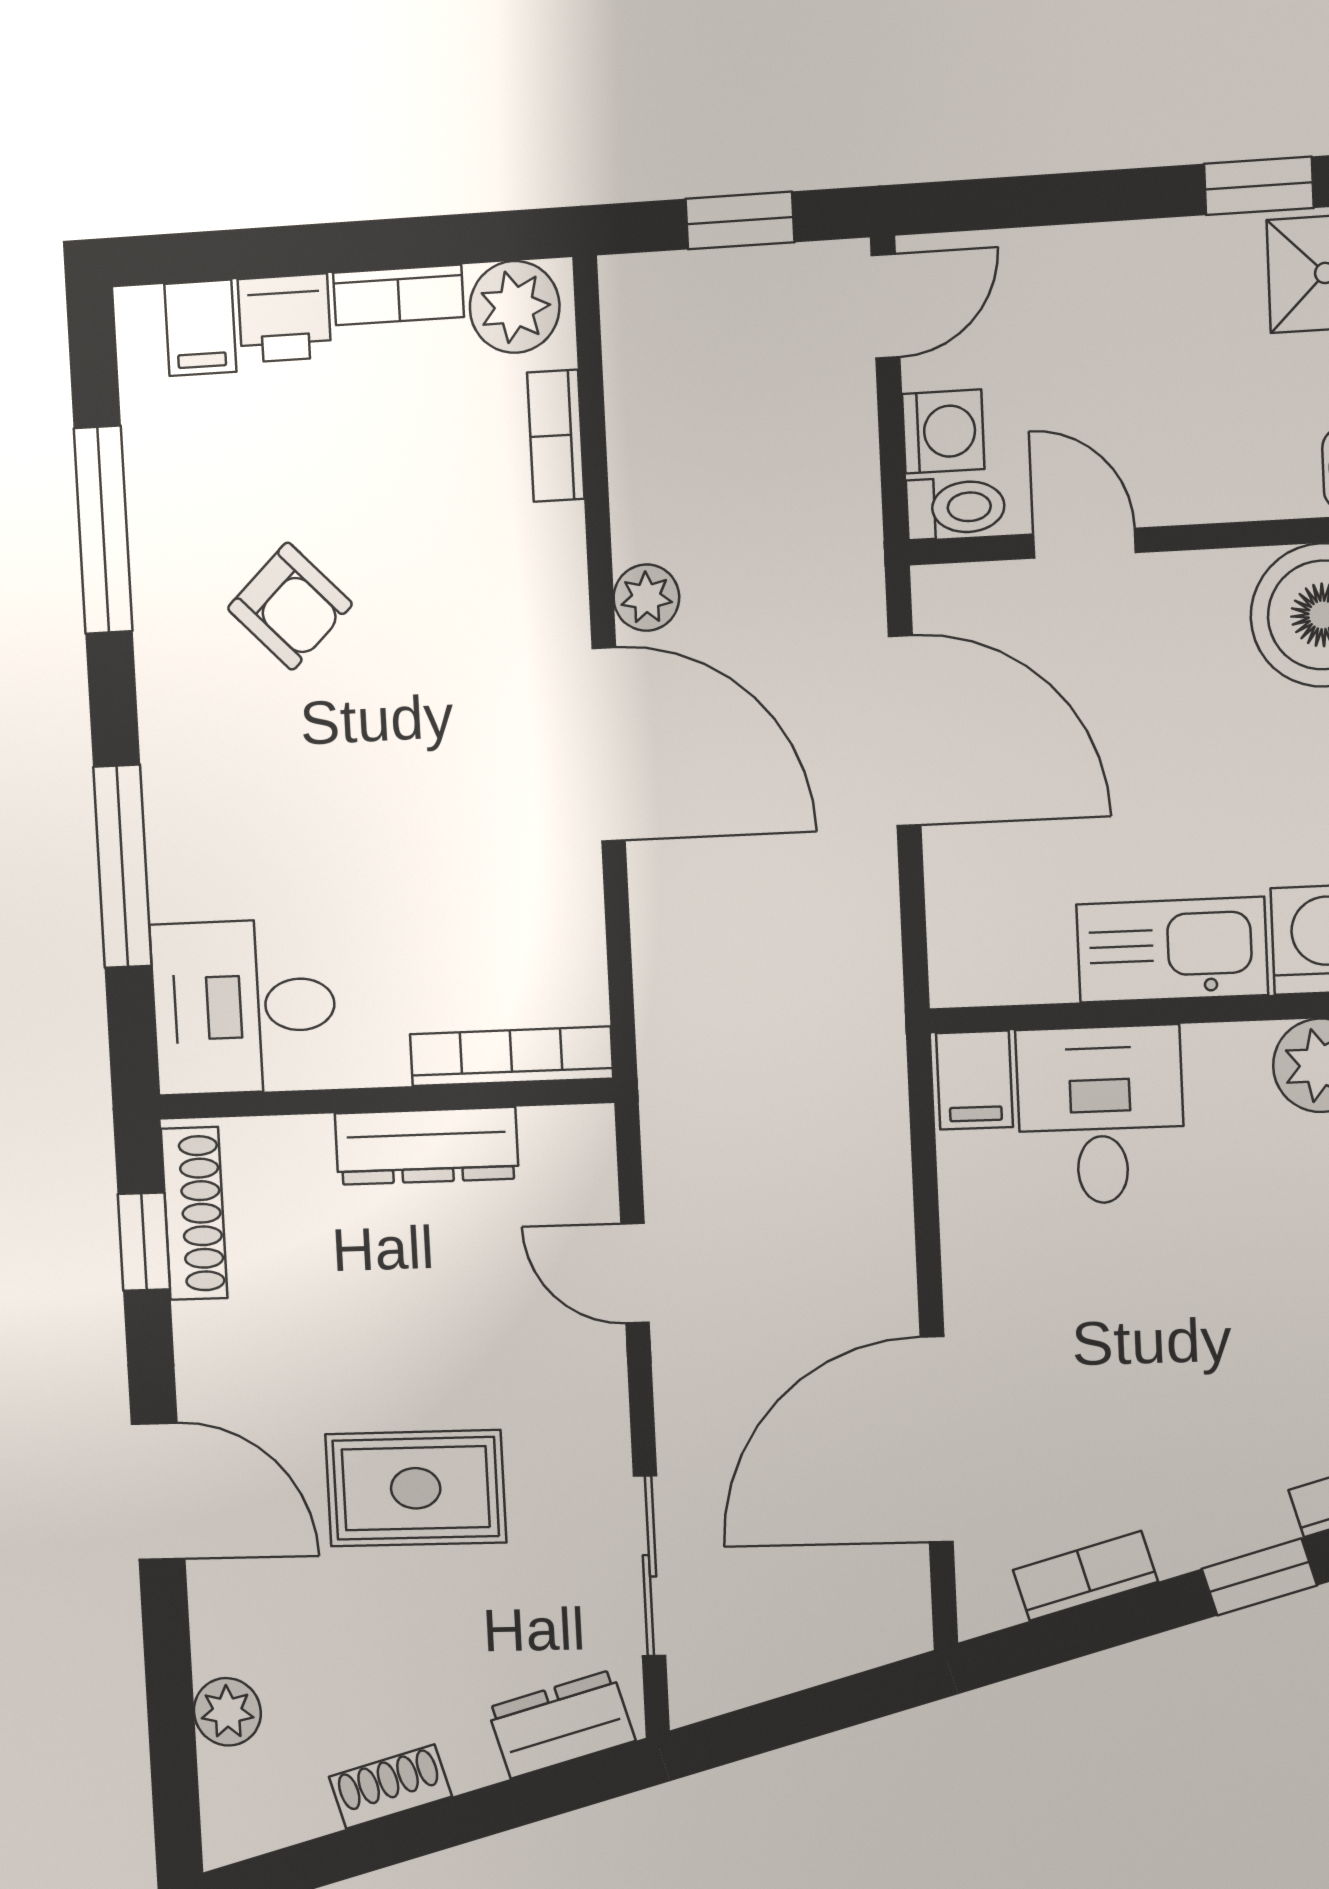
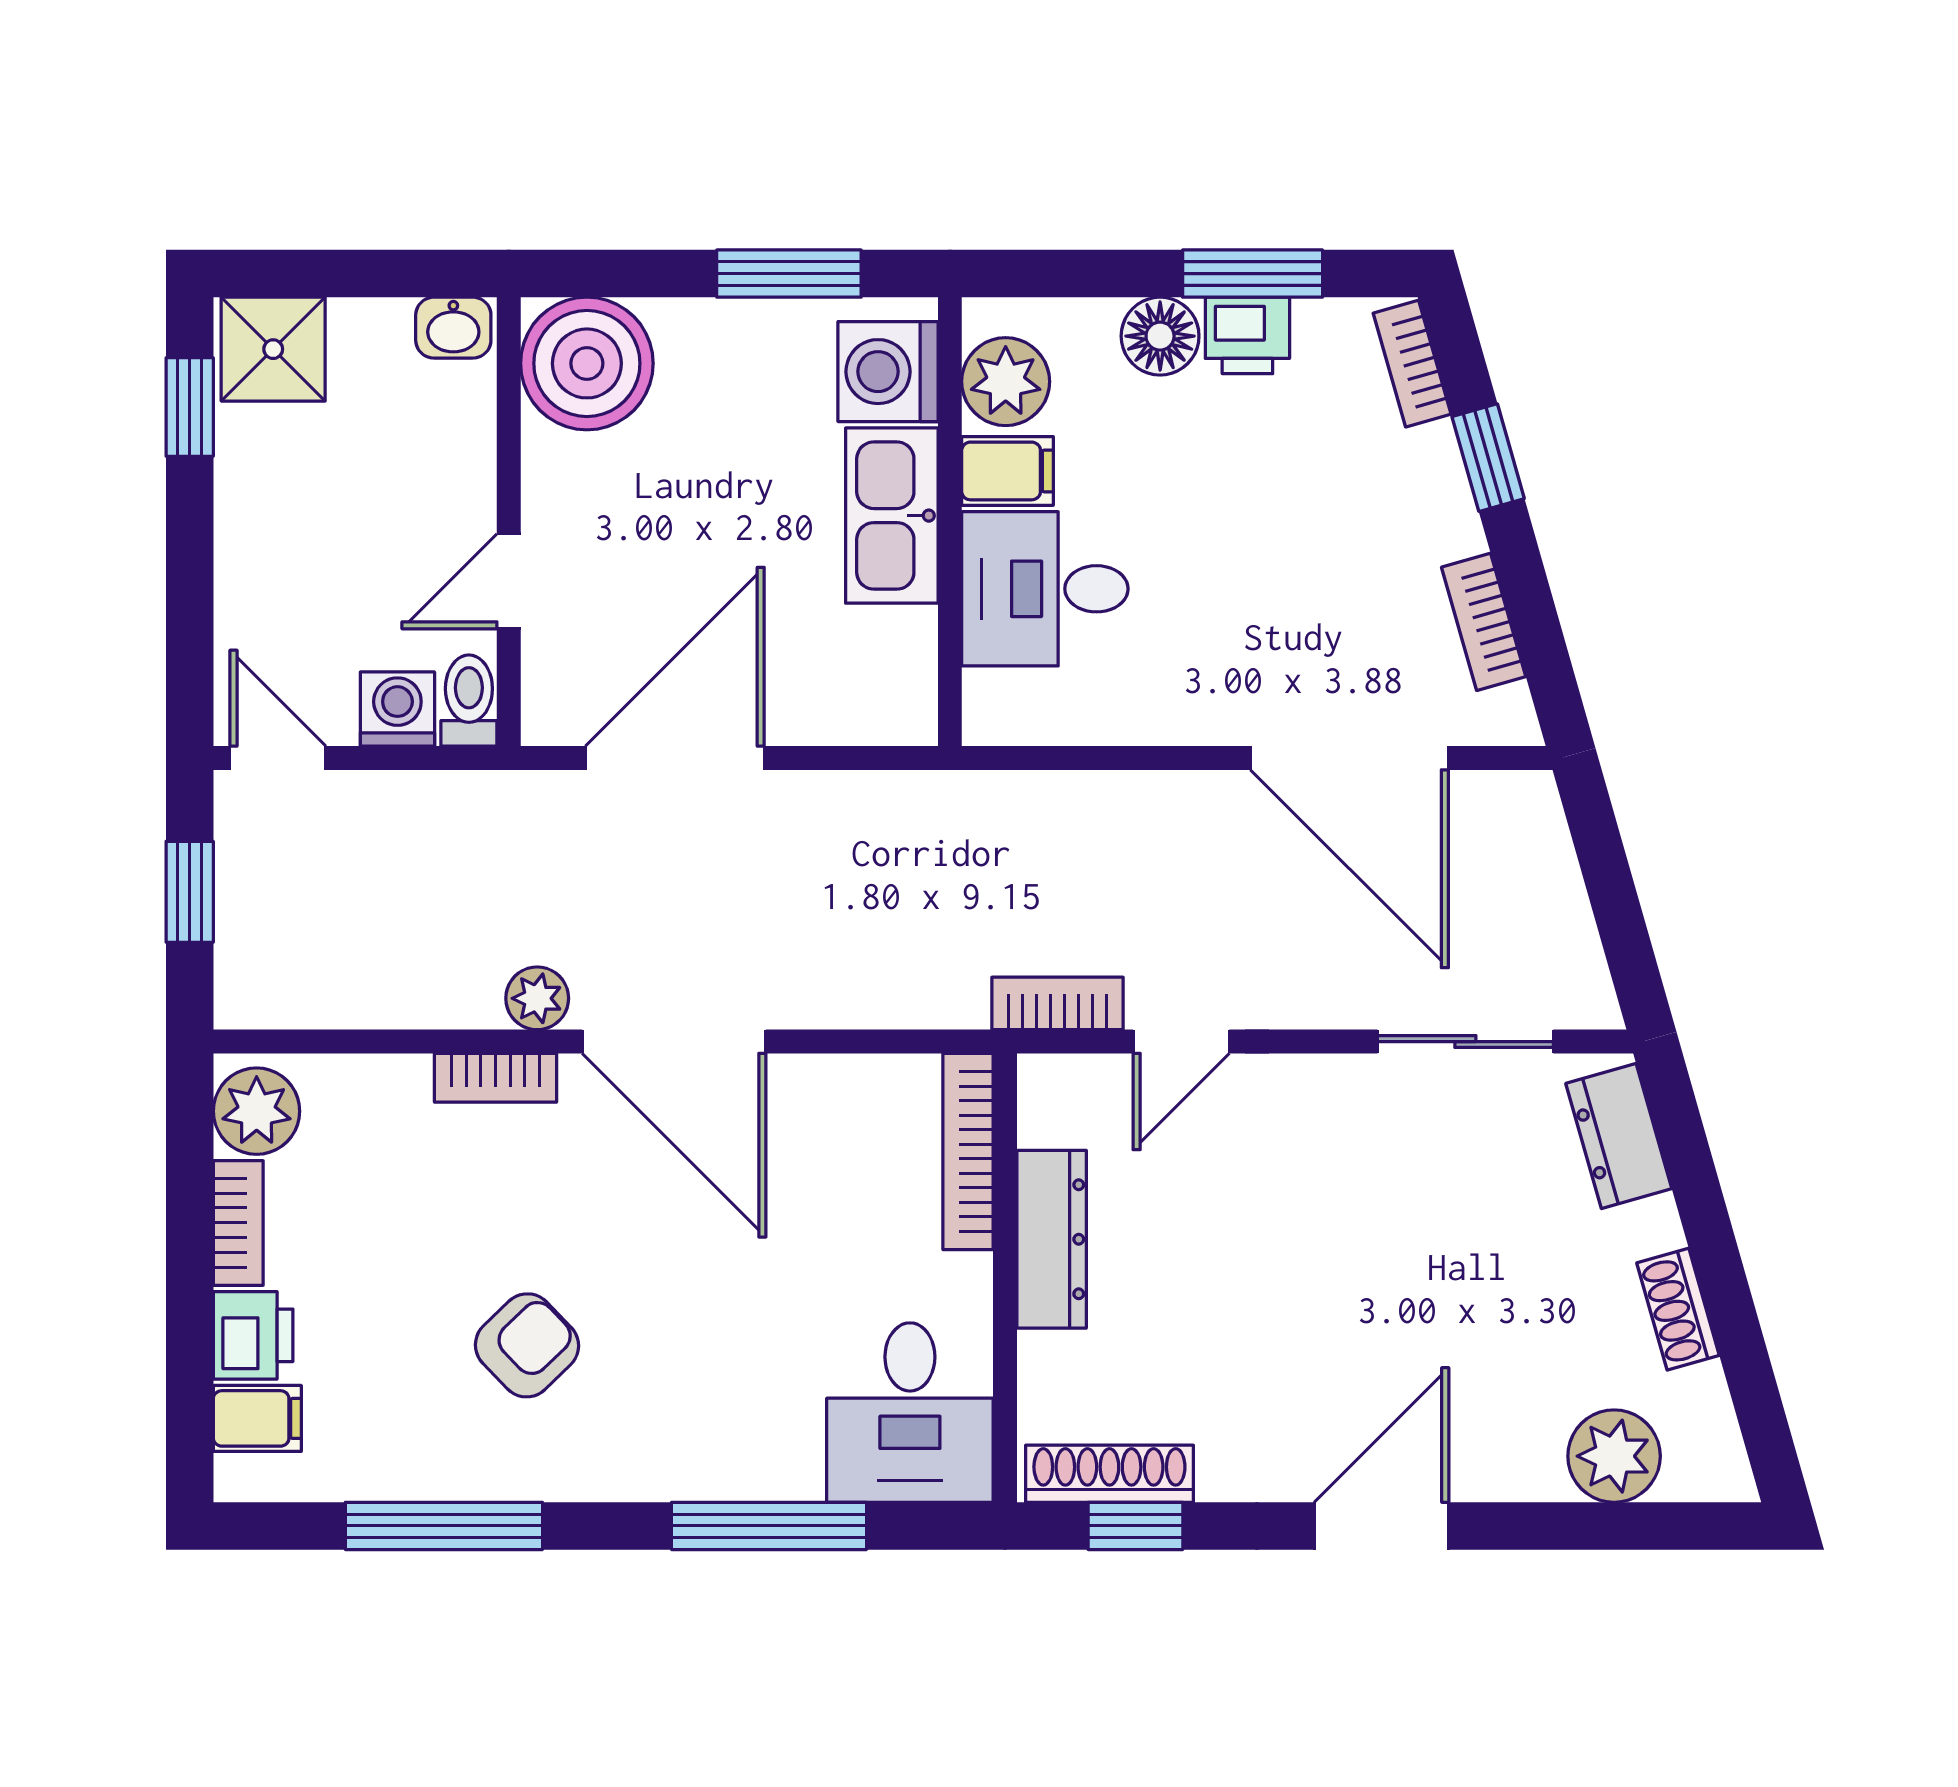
bookcase: (556, 436) -> (495, 1078), moved
door: (609, 744) -> (674, 1042), swing flipped
filing cabinet: (974, 1080) -> (1007, 471), moved
bookcase: (668, 1144) -> (1057, 1003), added
rug: (416, 1488) -> (1385, 1268), removed
plant: (227, 1712) -> (1614, 1456), width x1.38, depth x1.38

